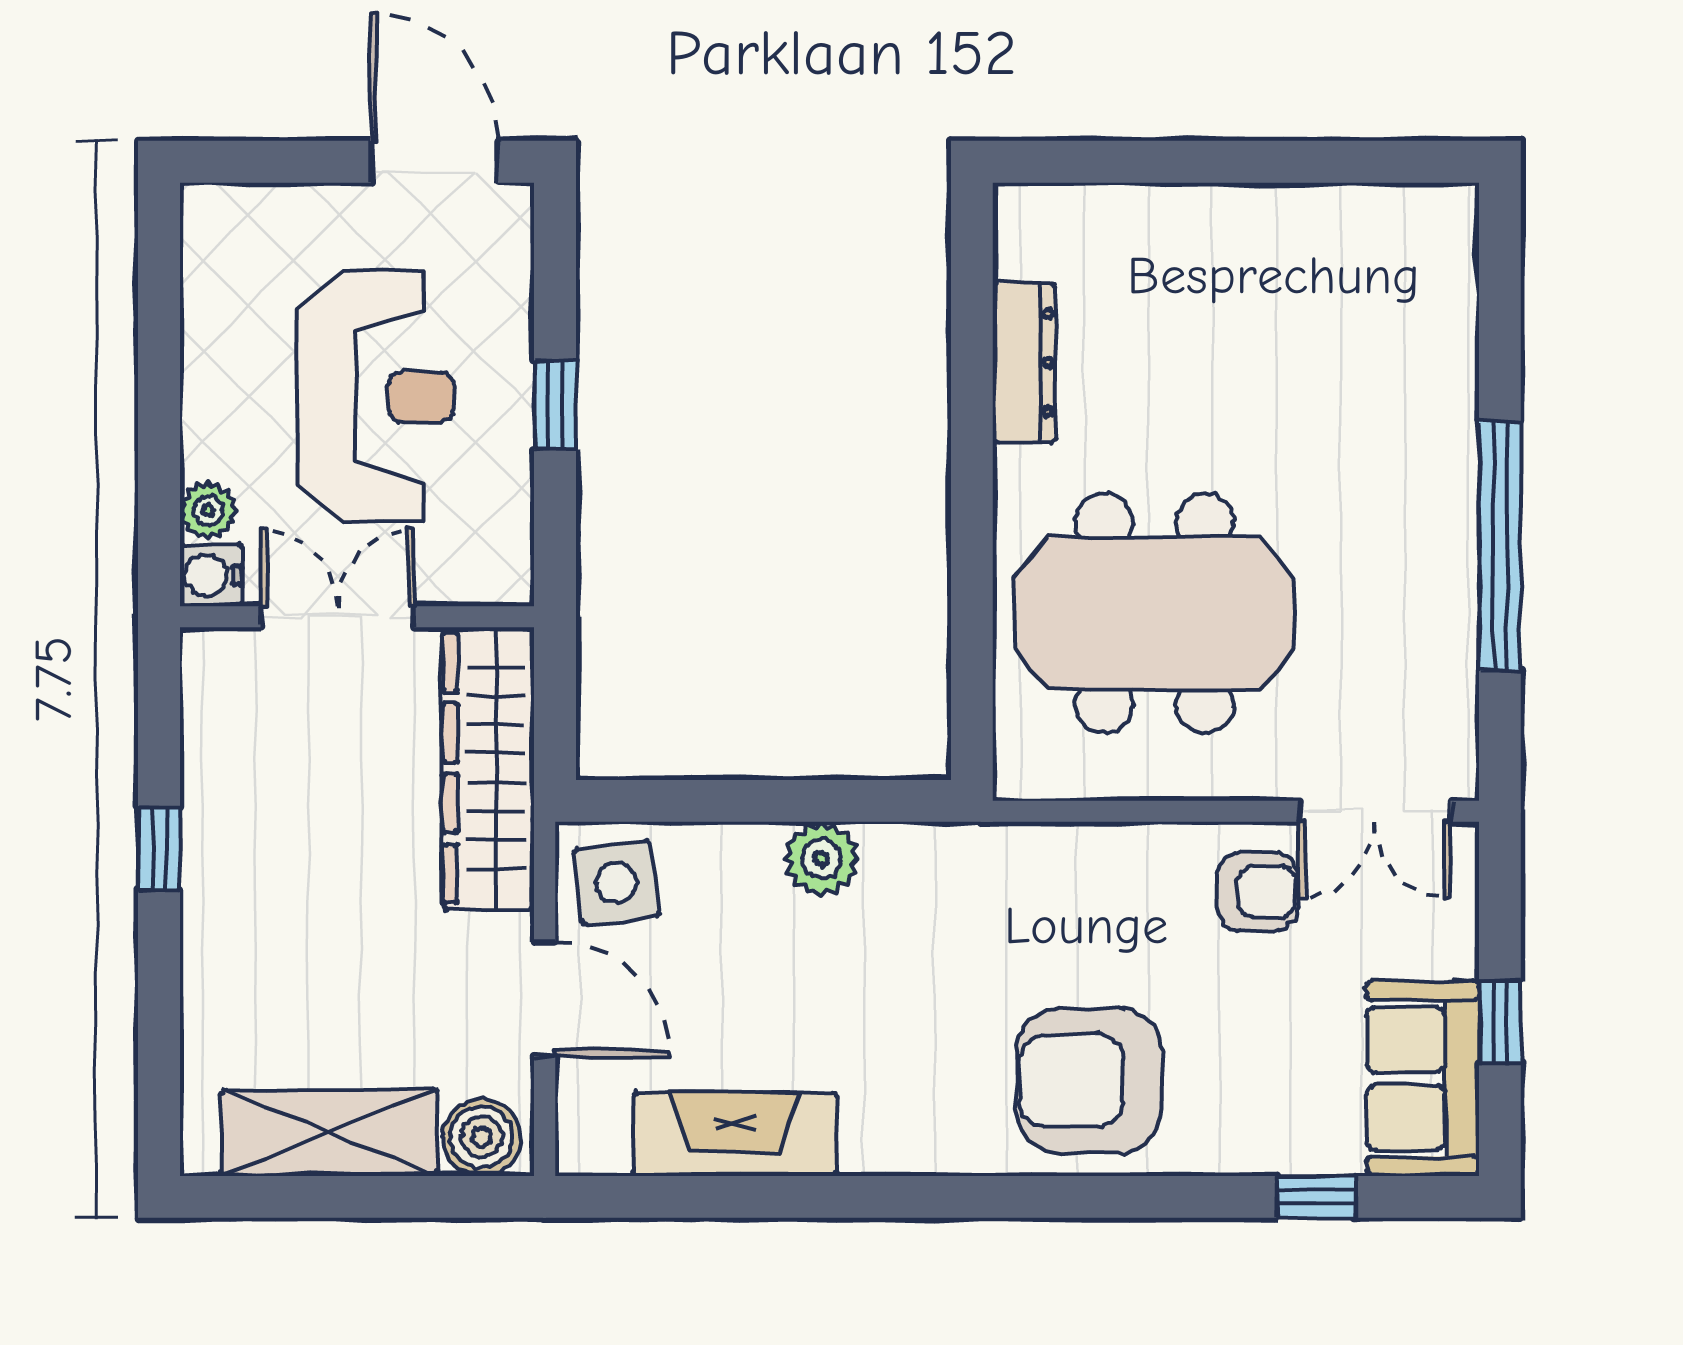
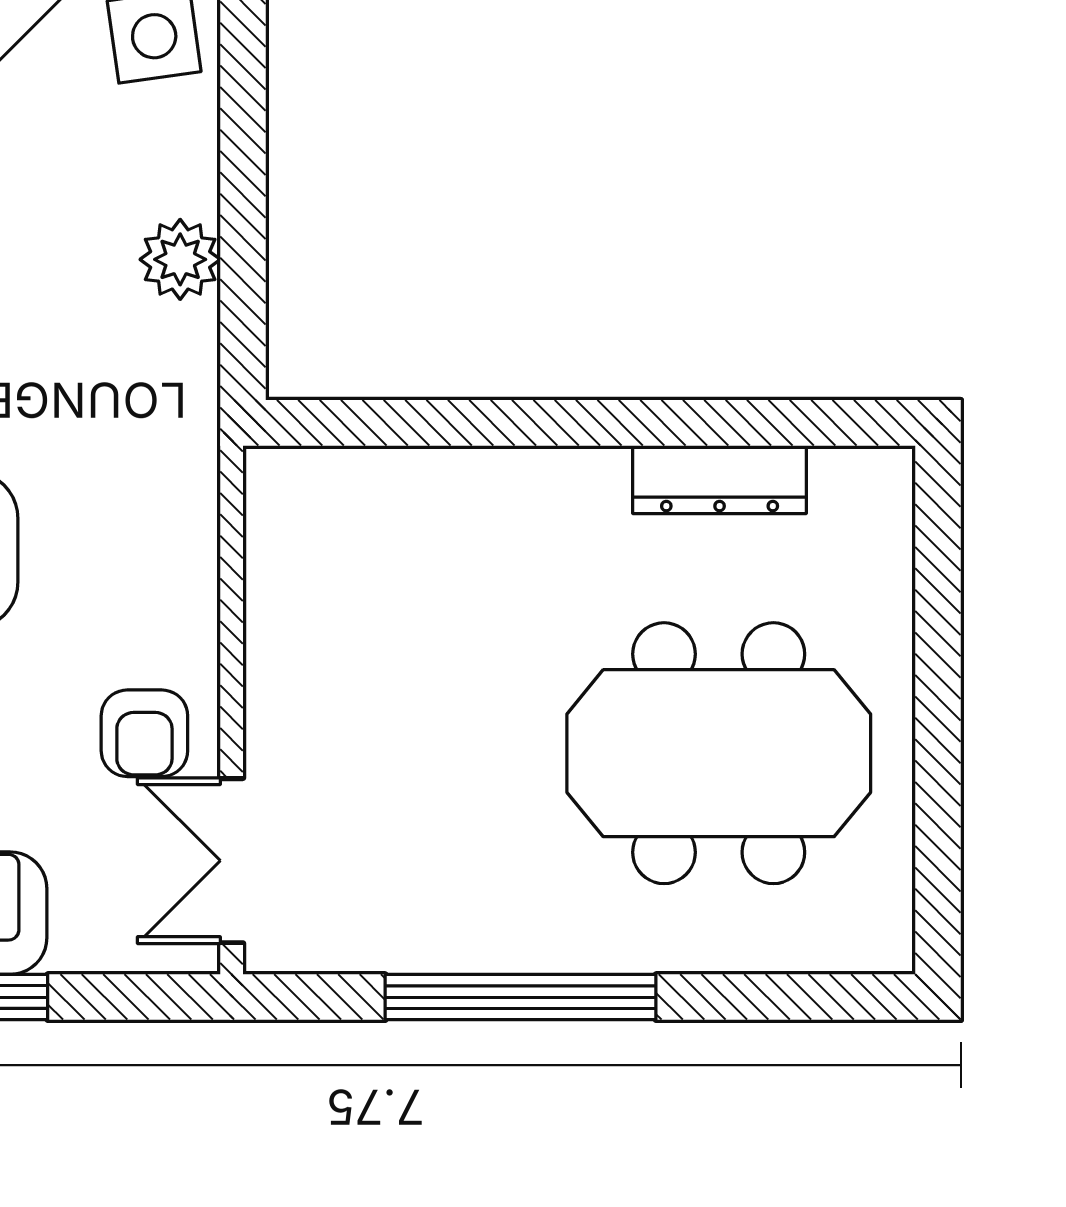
meeting table: (1155, 613) -> (719, 753), moved, turned 90

